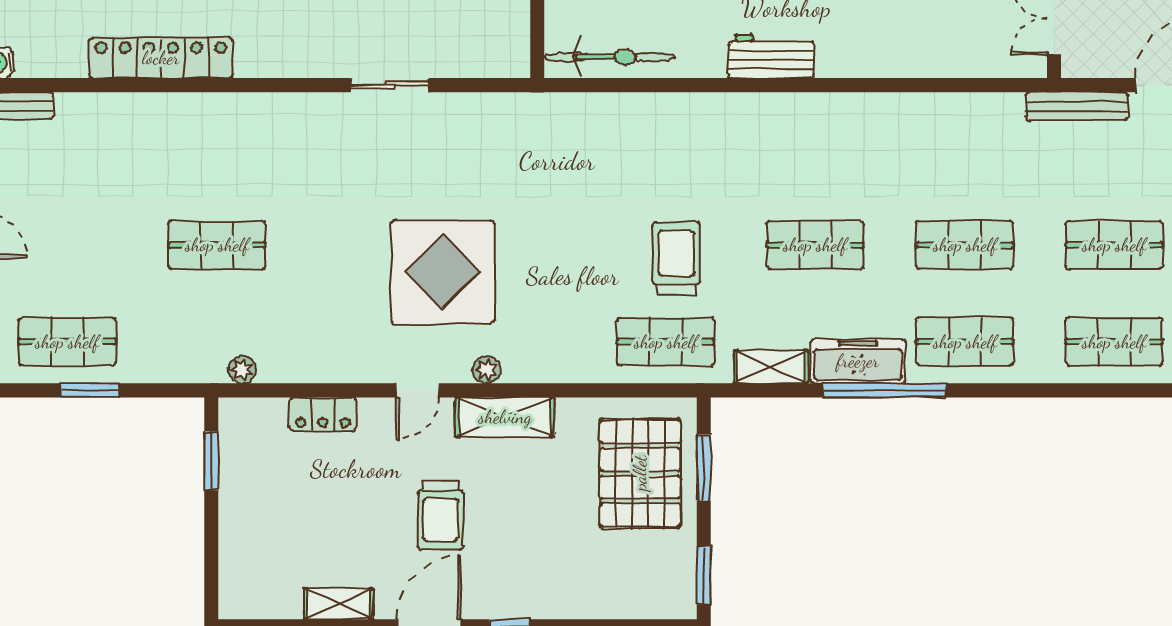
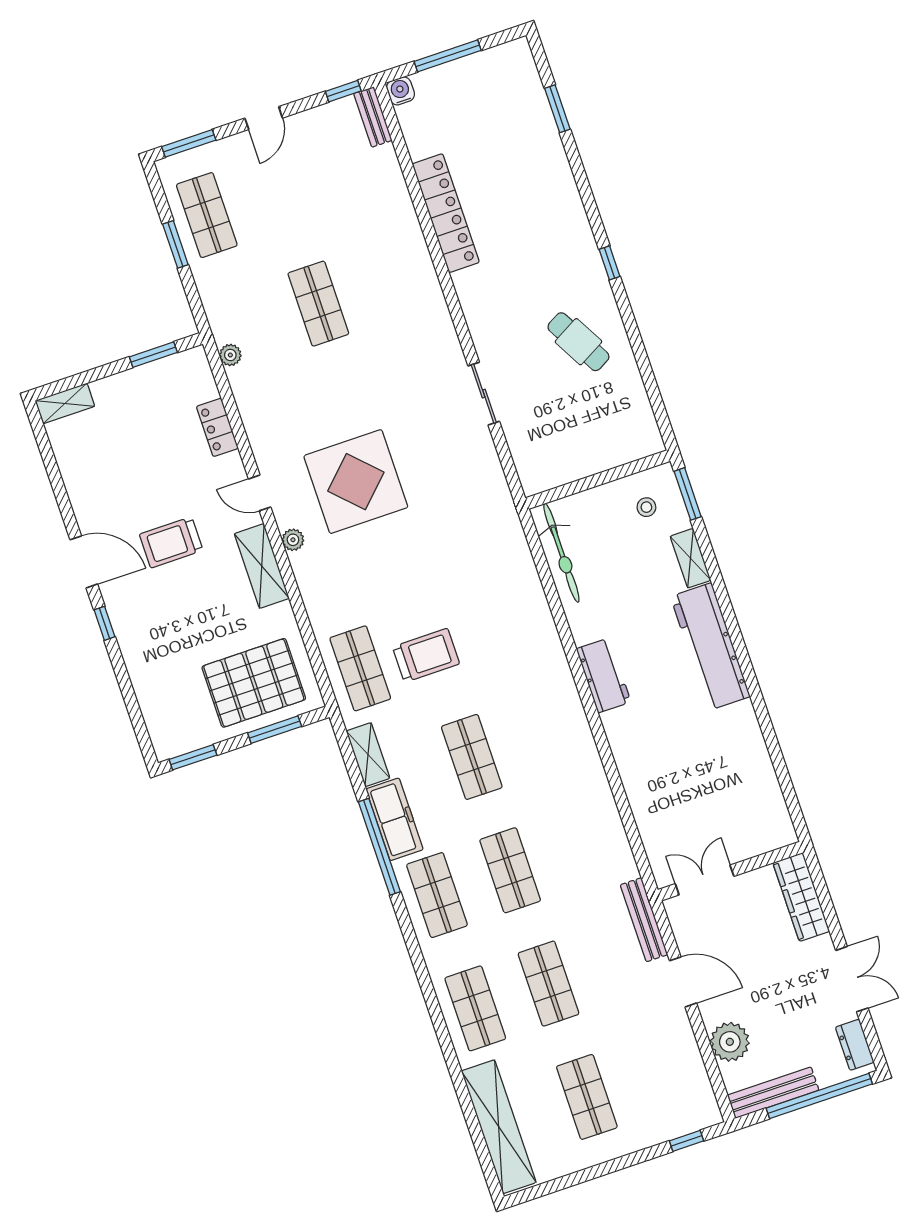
shelving: (338, 604) -> (65, 403), moved, turned 90

